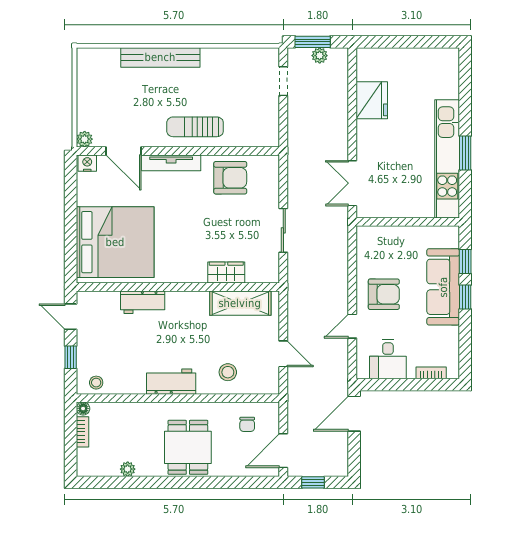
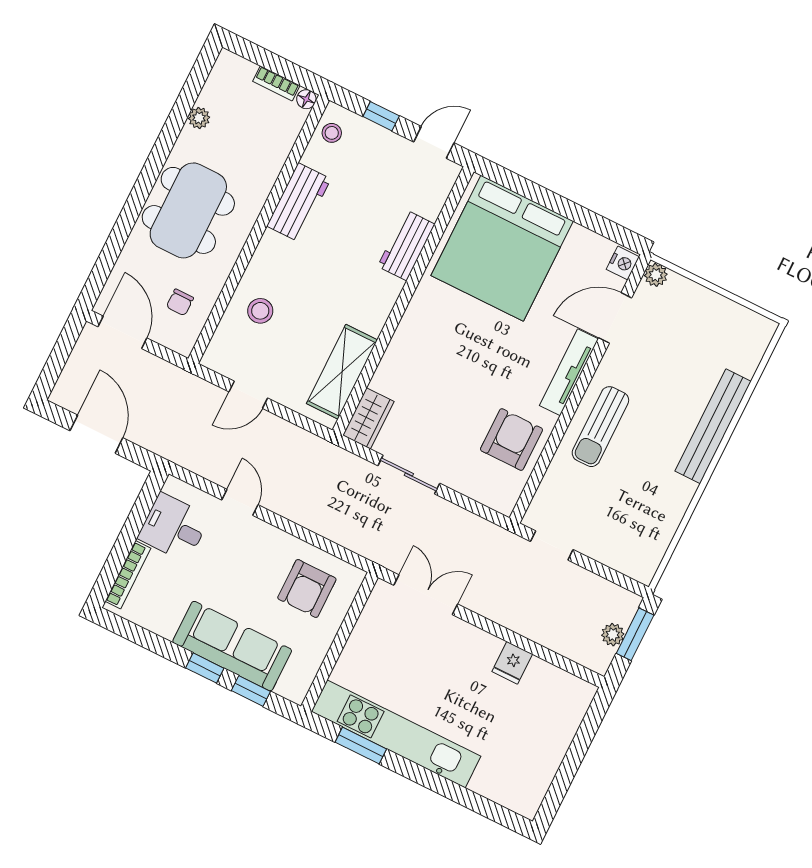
doorway: (283, 81) -> (552, 546), moved
fridge: (372, 100) -> (512, 663), width x0.53, depth x0.75
sun lounger: (195, 127) -> (600, 427), turned 180
window: (465, 153) -> (361, 746), moved
armchair: (230, 178) -> (511, 440), turned 180
wardrobe: (226, 273) -> (368, 418), moved
armchair: (384, 294) -> (307, 589), moved
bookcase: (431, 373) -> (128, 575), width x1.56
workbench: (171, 382) -> (299, 203), moved
door: (354, 414) -> (96, 434), moved
chair: (247, 424) -> (180, 302), turned -90
dining table: (188, 447) -> (188, 210), width x1.37
window: (313, 482) -> (62, 351), removed

